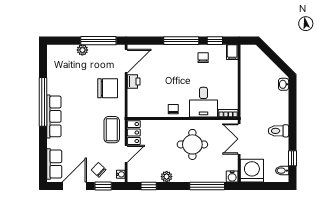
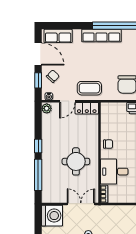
door: (126, 154) -> (67, 101), hinge flipped
plant: (167, 177) -> (47, 108), moved
water cooler: (232, 177) -> (47, 198), removed
window: (149, 186) -> (38, 146), moved

